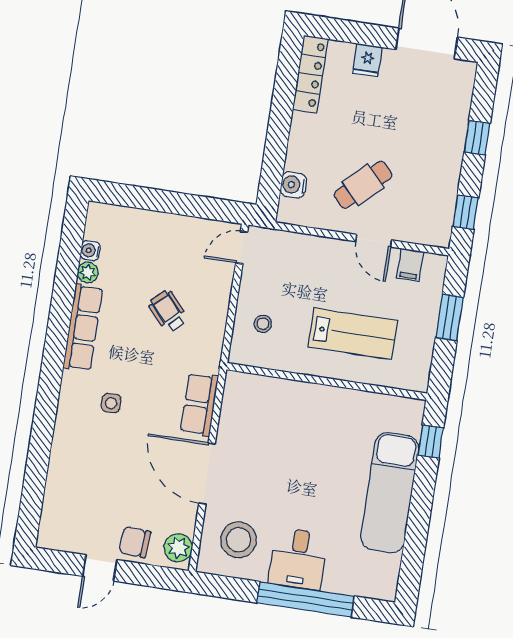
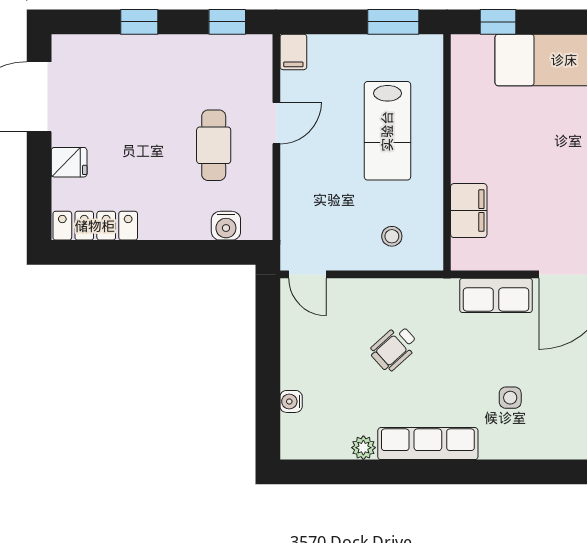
cafe table: (363, 185) -> (214, 145), turned 43
water cooler: (90, 251) -> (291, 401), moved, turned 90
filing cabinet: (410, 265) -> (293, 52), moved, turned 90
window: (450, 317) -> (393, 22), moved
lab bench: (353, 334) -> (387, 131), turned 180
filing cabinet: (275, 392) -> (469, 211), added

